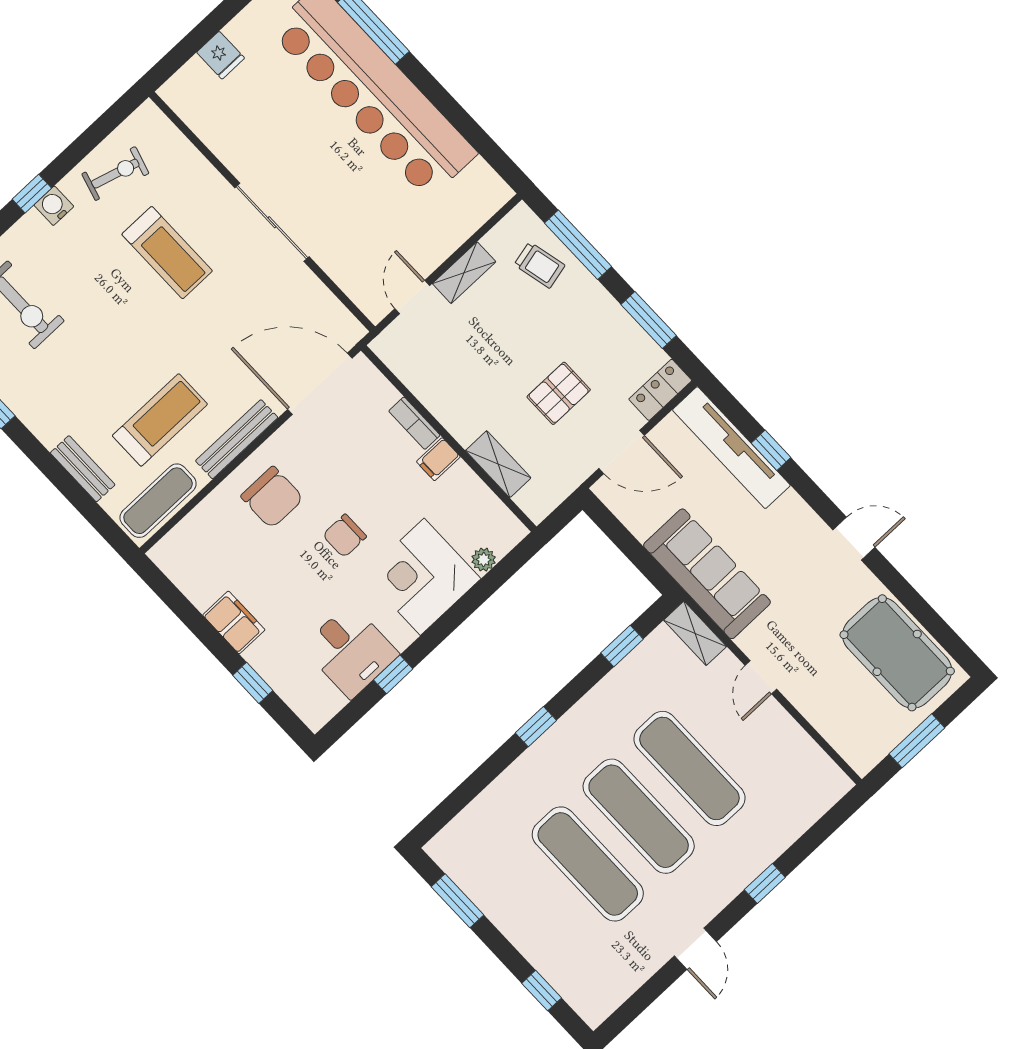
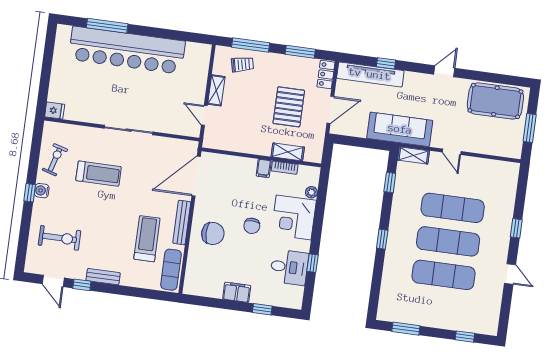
fridge: (221, 55) -> (55, 111), moved
pallet: (559, 393) -> (289, 107), width x1.50, depth x1.42
bookcase: (414, 423) -> (285, 168), moved
bench: (83, 469) -> (103, 277), moved

